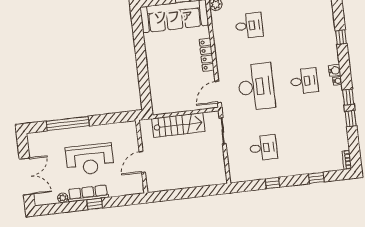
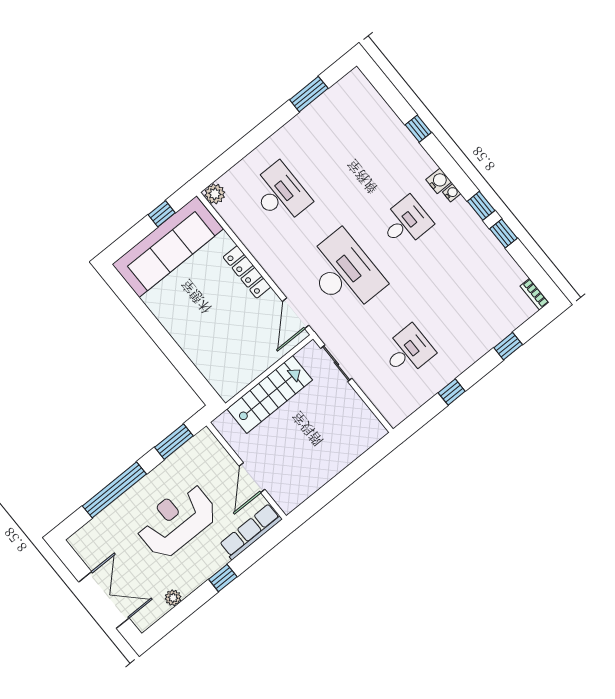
desk: (249, 26) -> (280, 194), width x1.37
window: (114, 118) -> (174, 442), added
reception desk: (90, 159) -> (177, 521), turned 180
row of seats: (88, 193) -> (251, 532), moved

